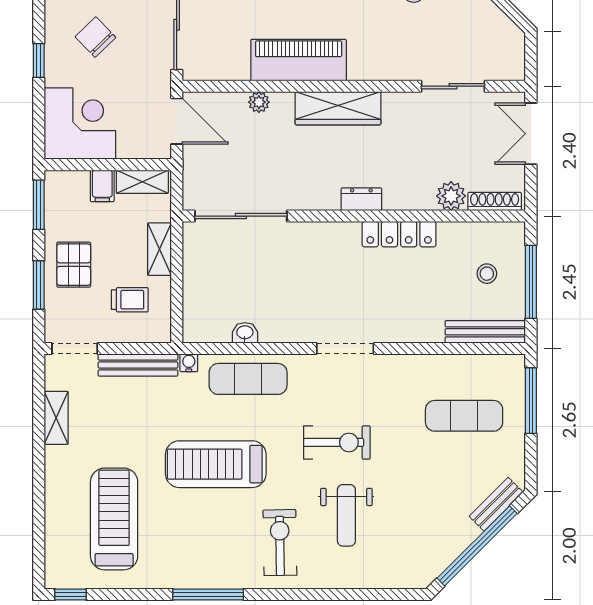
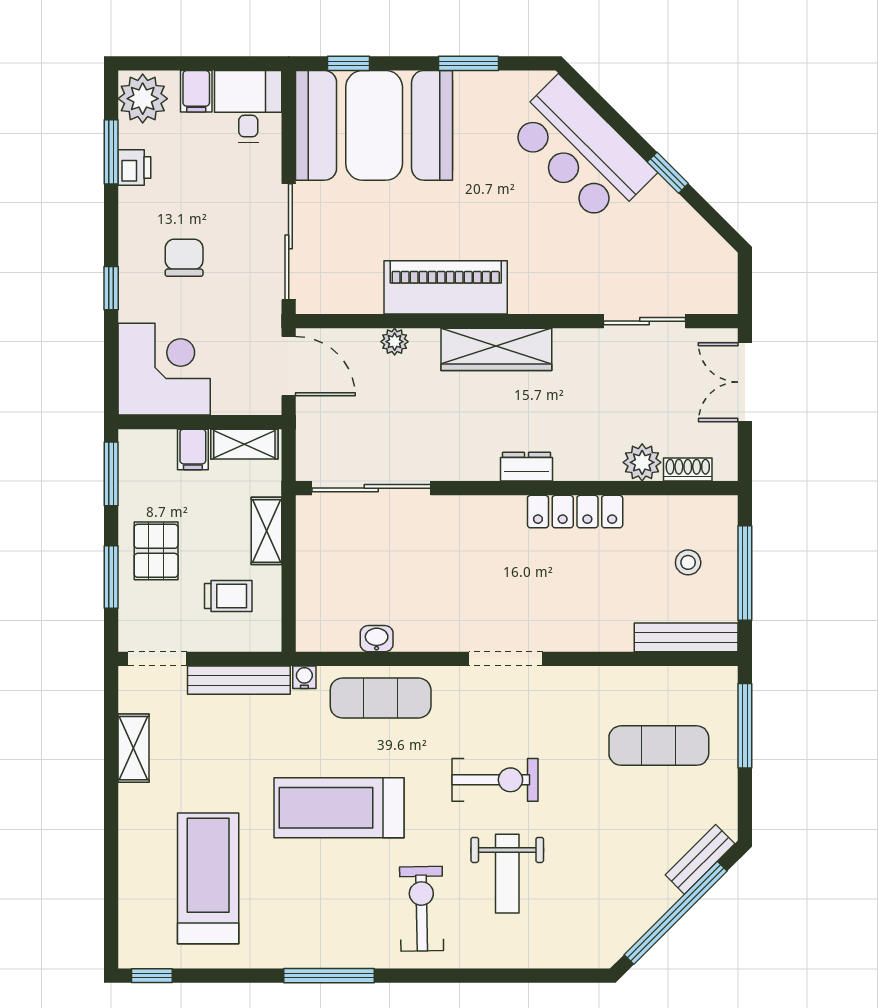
chair: (95, 37) -> (184, 258), turned 44
shoe rack: (495, 202) -> (688, 470), width x0.70

